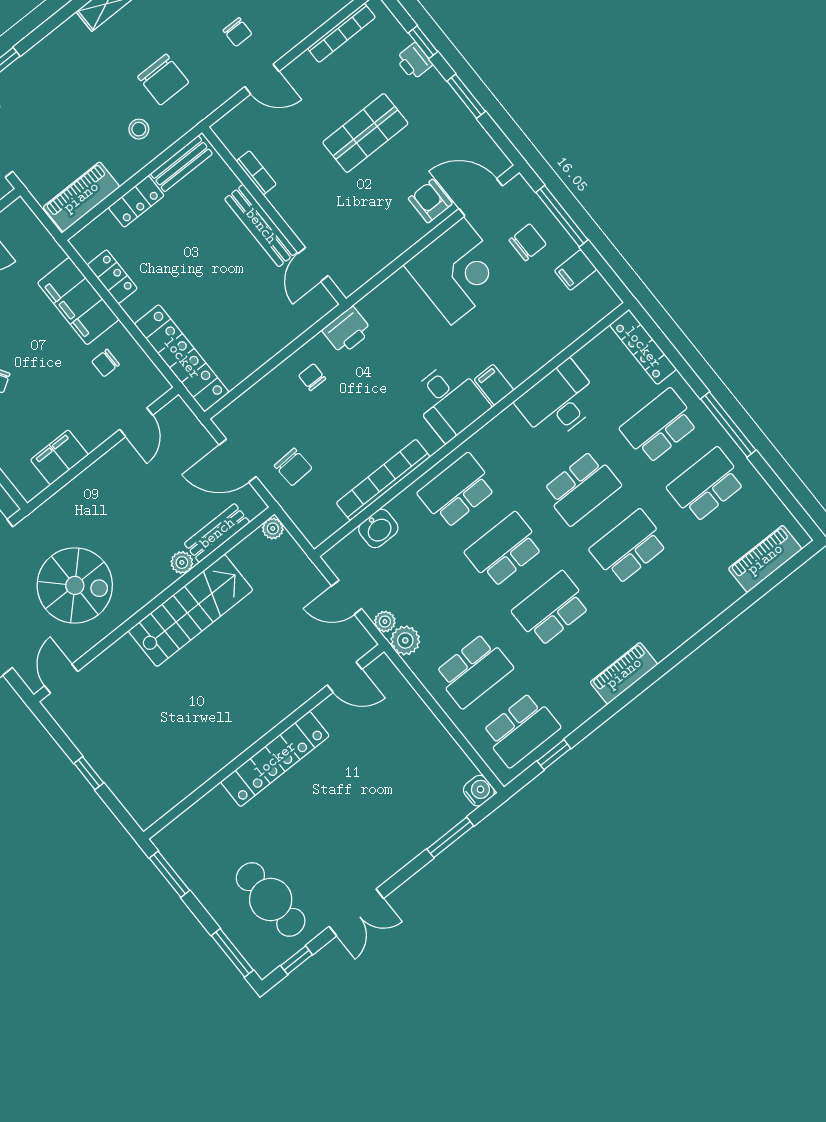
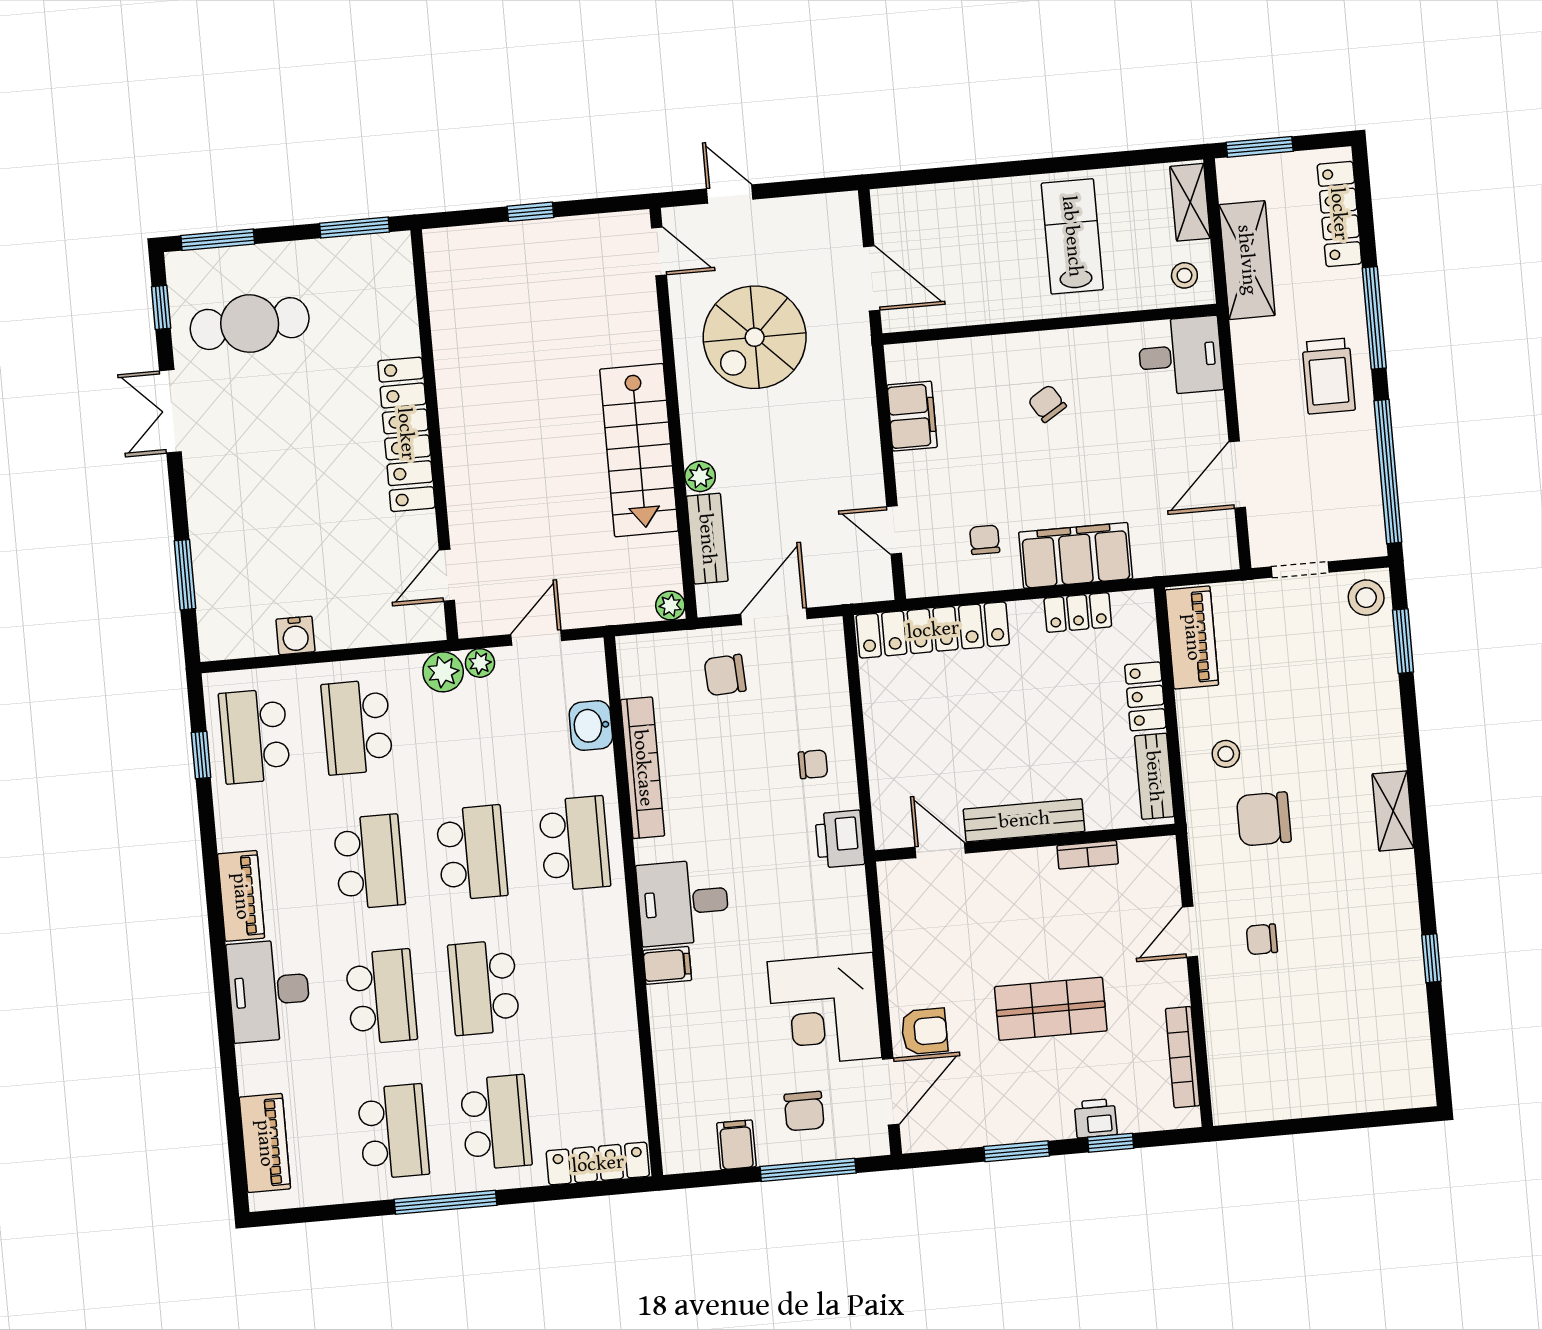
shop shelf: (365, 133) -> (1051, 1009), turned 90
desk: (559, 402) -> (269, 991), moved, turned 180
water cooler: (479, 791) -> (295, 635), moved

